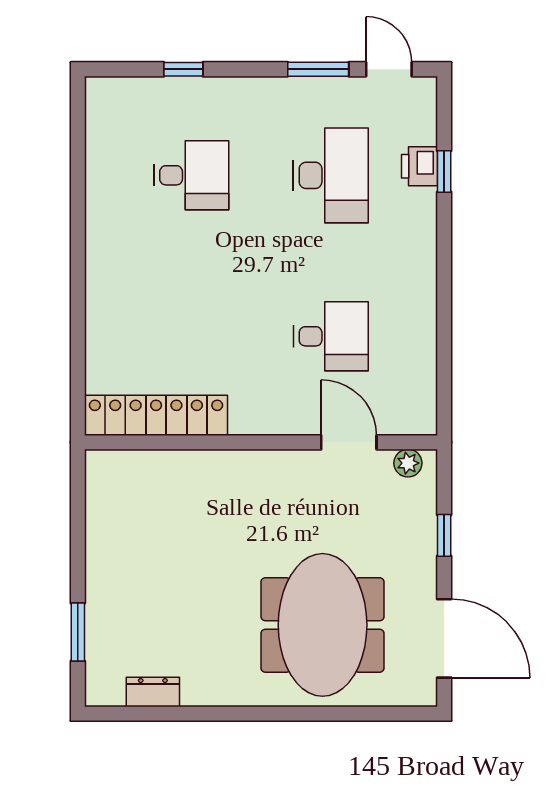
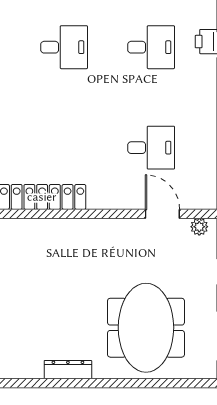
desk: (331, 175) -> (151, 47), width x0.73
dresser: (153, 692) -> (68, 370), moved, width x1.44

